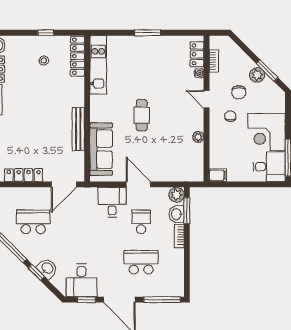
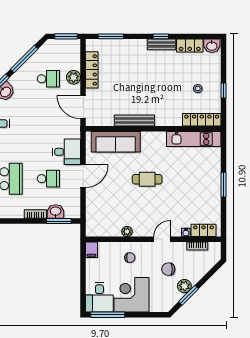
chair: (230, 116) -> (130, 258), moved
plant: (177, 195) -> (73, 77), moved
school desk: (33, 222) -> (48, 79), width x0.54

